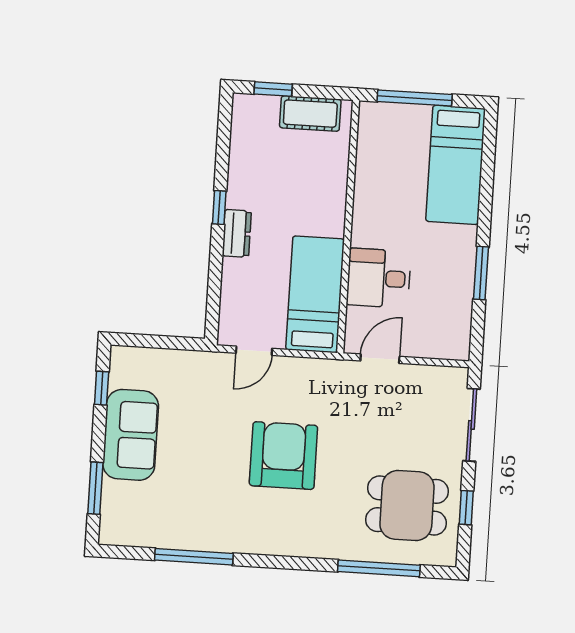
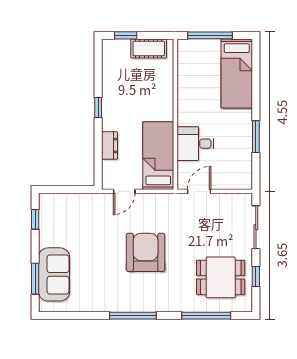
dresser: (237, 233) -> (110, 146), moved
sofa: (131, 435) -> (54, 274), moved
window: (194, 557) -> (133, 316), moved

